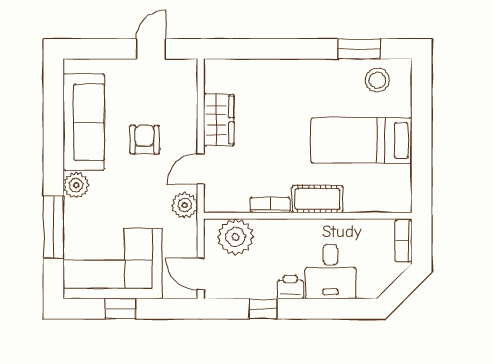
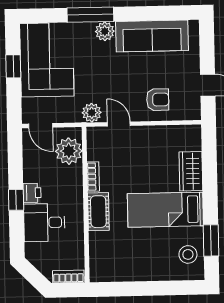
wardrobe: (219, 120) -> (191, 171), moved, turned 90
armchair: (144, 140) -> (158, 100), moved
bed: (361, 140) -> (165, 210), moved, turned -90
window: (53, 227) -> (90, 15), moved
door: (201, 274) -> (41, 126), swing flipped
window: (263, 309) -> (16, 200), moved

